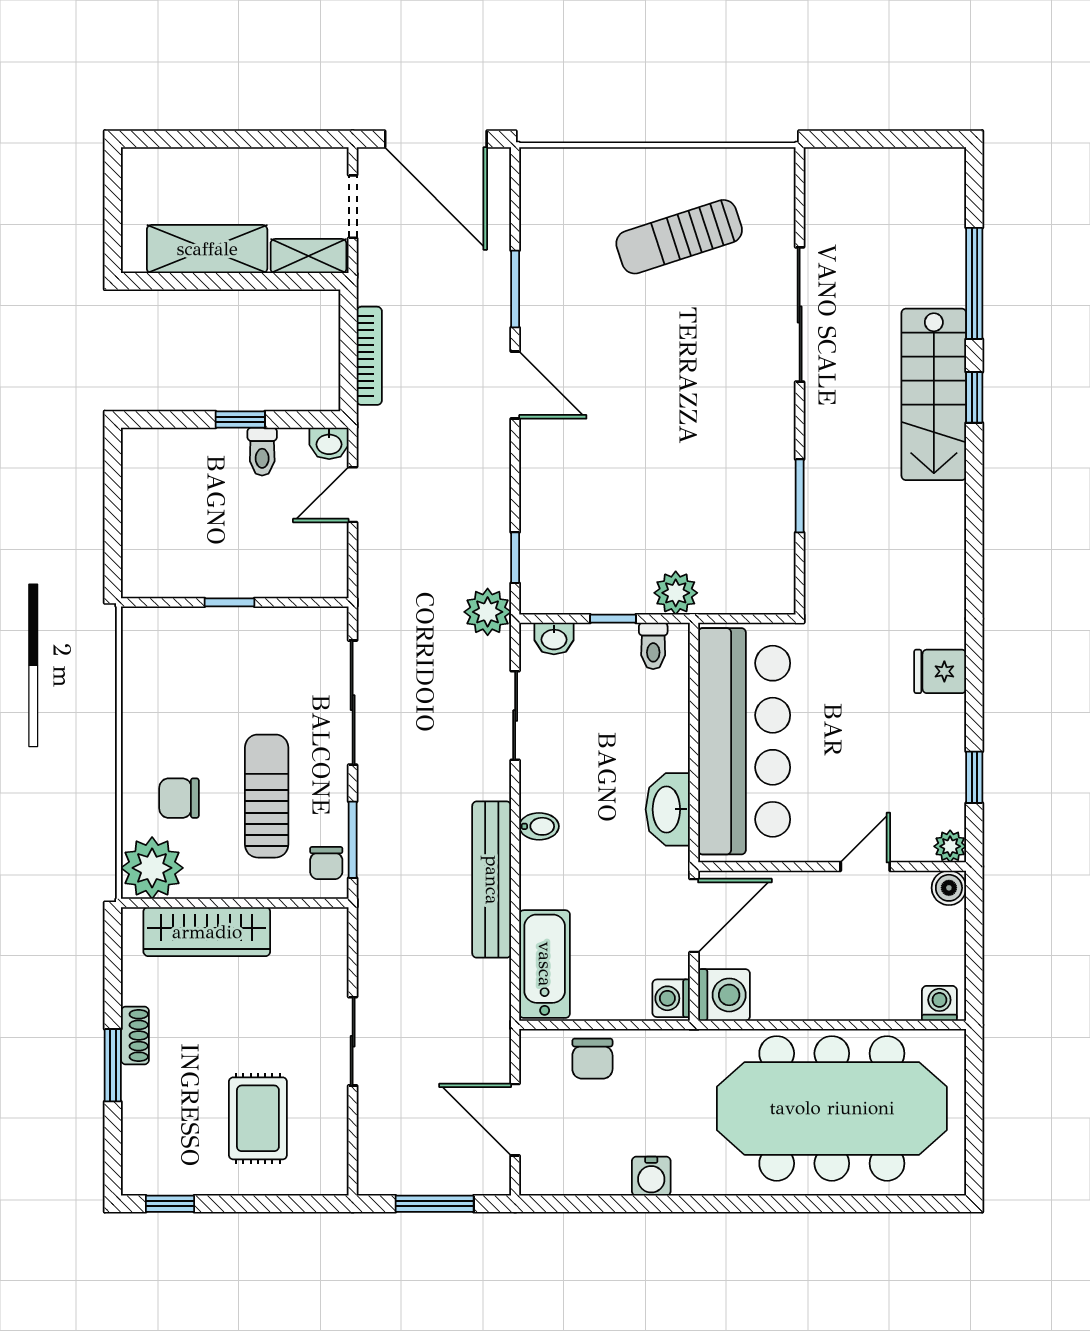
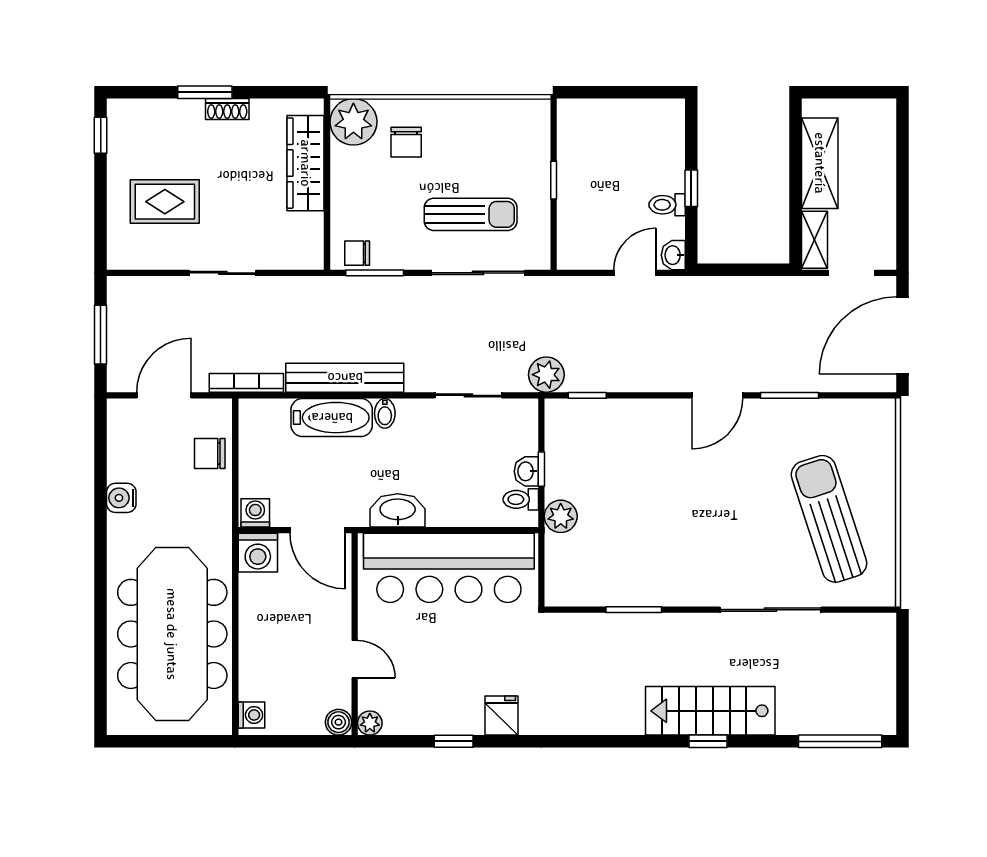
sun lounger: (679, 237) -> (829, 519), width x1.36, depth x1.34
window: (974, 283) -> (840, 741), moved
bookcase: (369, 356) -> (246, 383), moved, turned 180
door: (353, 495) -> (635, 273), hinge flipped
washbasin: (554, 639) -> (526, 471), moved
window: (974, 777) -> (454, 741), moved
sun lounger: (267, 796) -> (471, 214), moved
chair: (179, 798) -> (406, 142), turned 180
bathtub: (545, 964) -> (332, 418), moved

